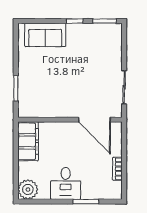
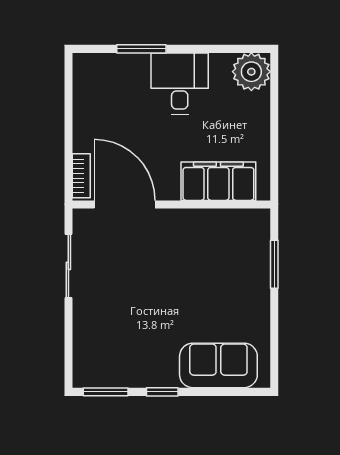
filing cabinet: (28, 141) -> (218, 181), moved, turned 90
bookcase: (117, 169) -> (81, 176), moved

